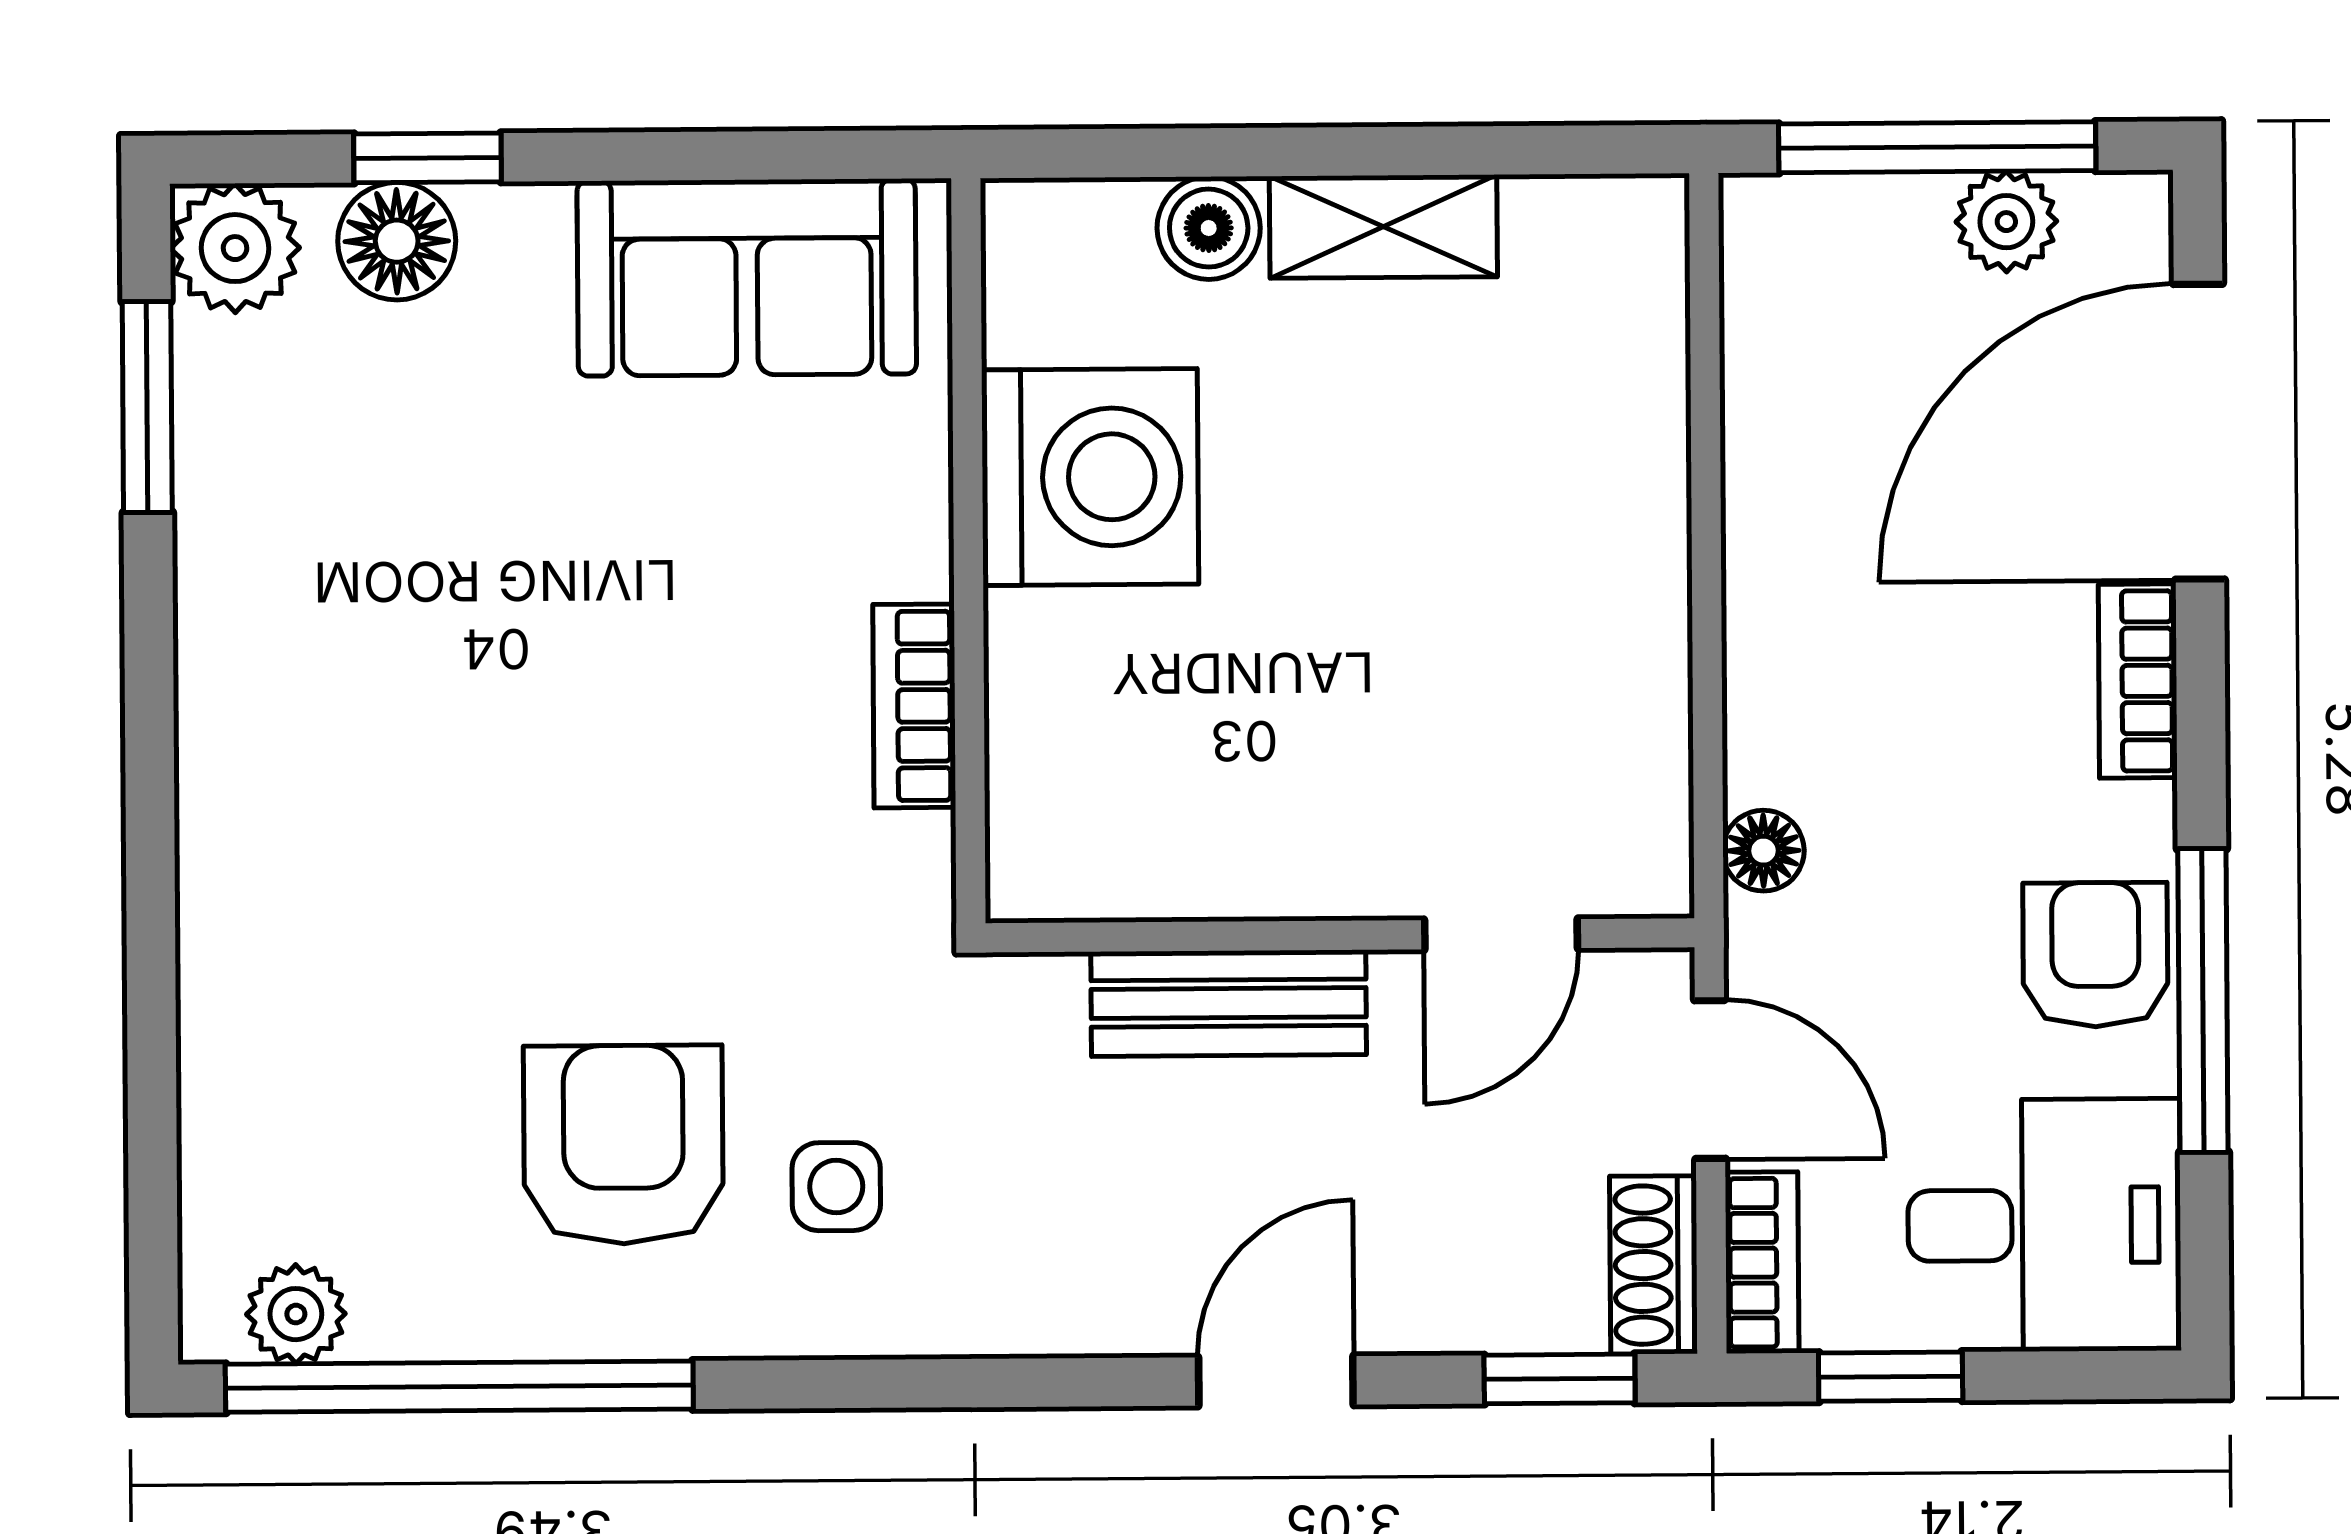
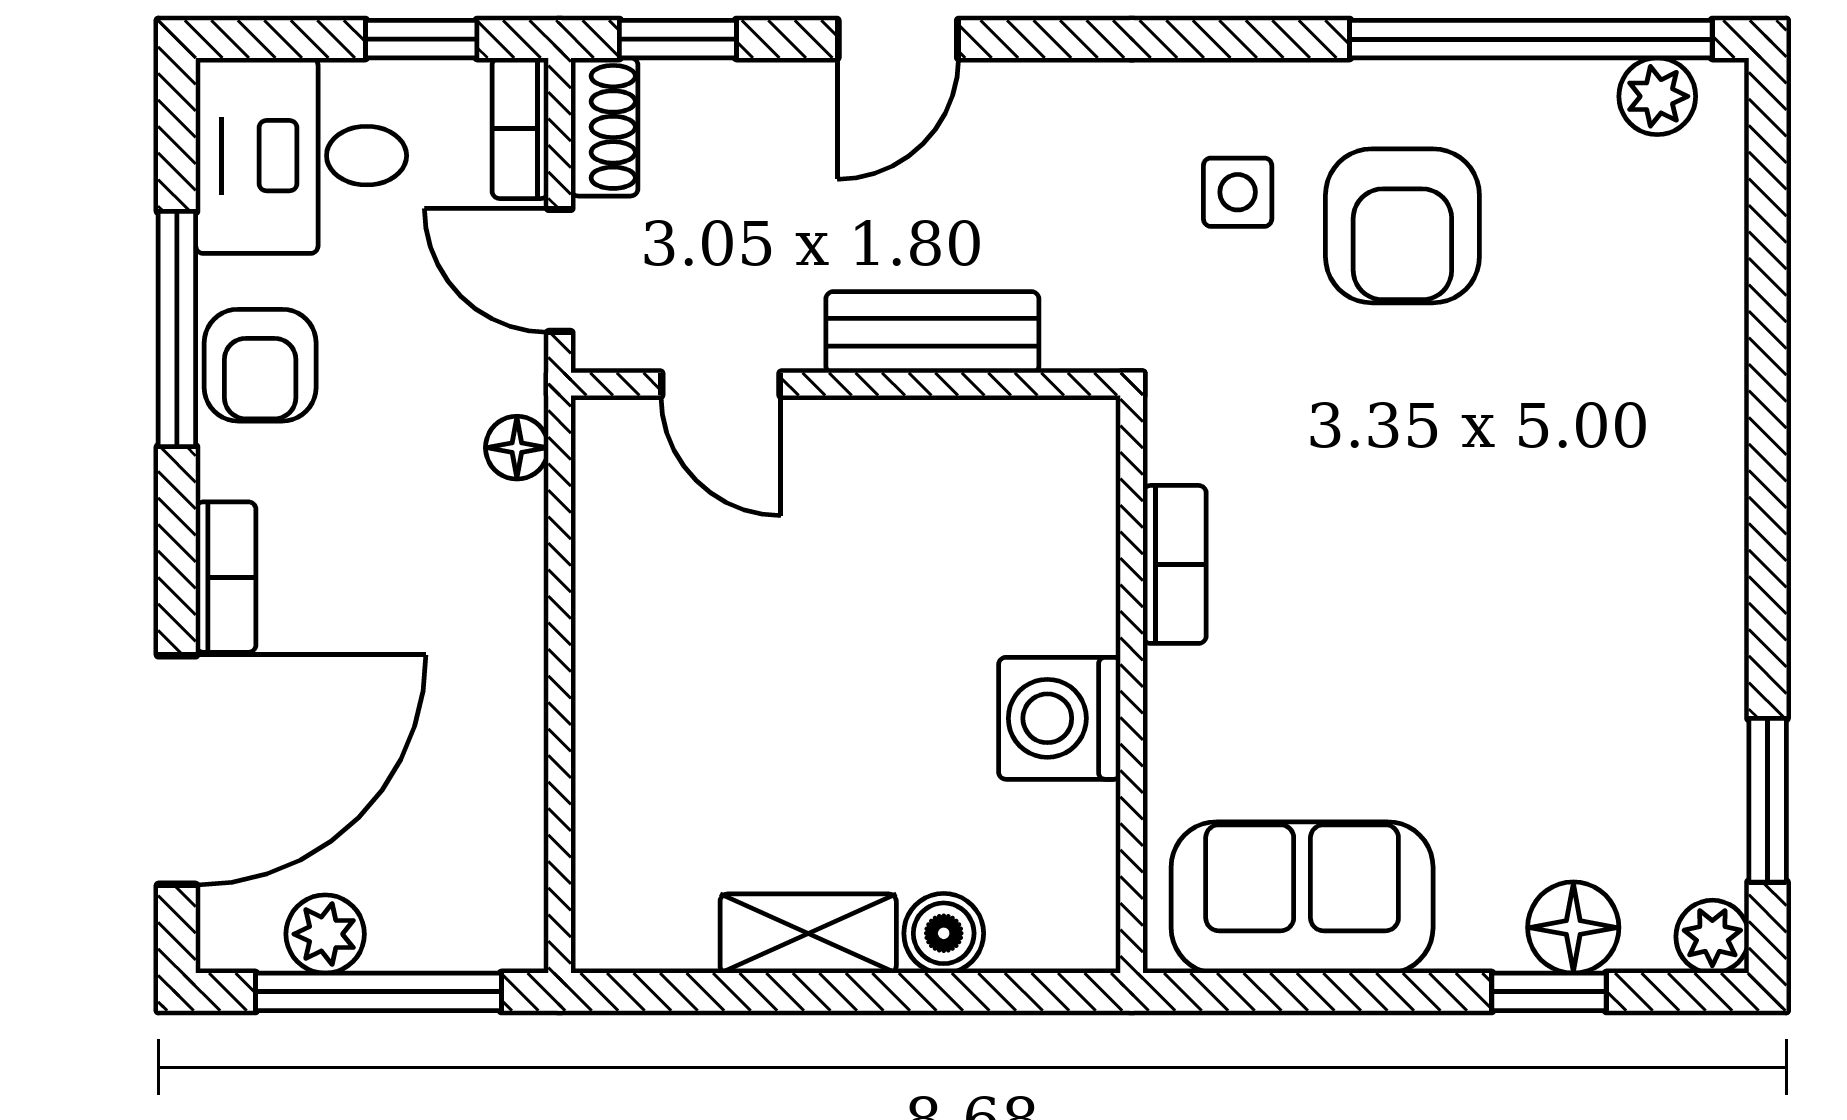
plant: (235, 248) -> (1712, 937), width x0.73, depth x0.73
washing machine: (1090, 477) -> (1060, 718), width x0.73, depth x0.73
door: (1501, 934) -> (721, 384), swing flipped

